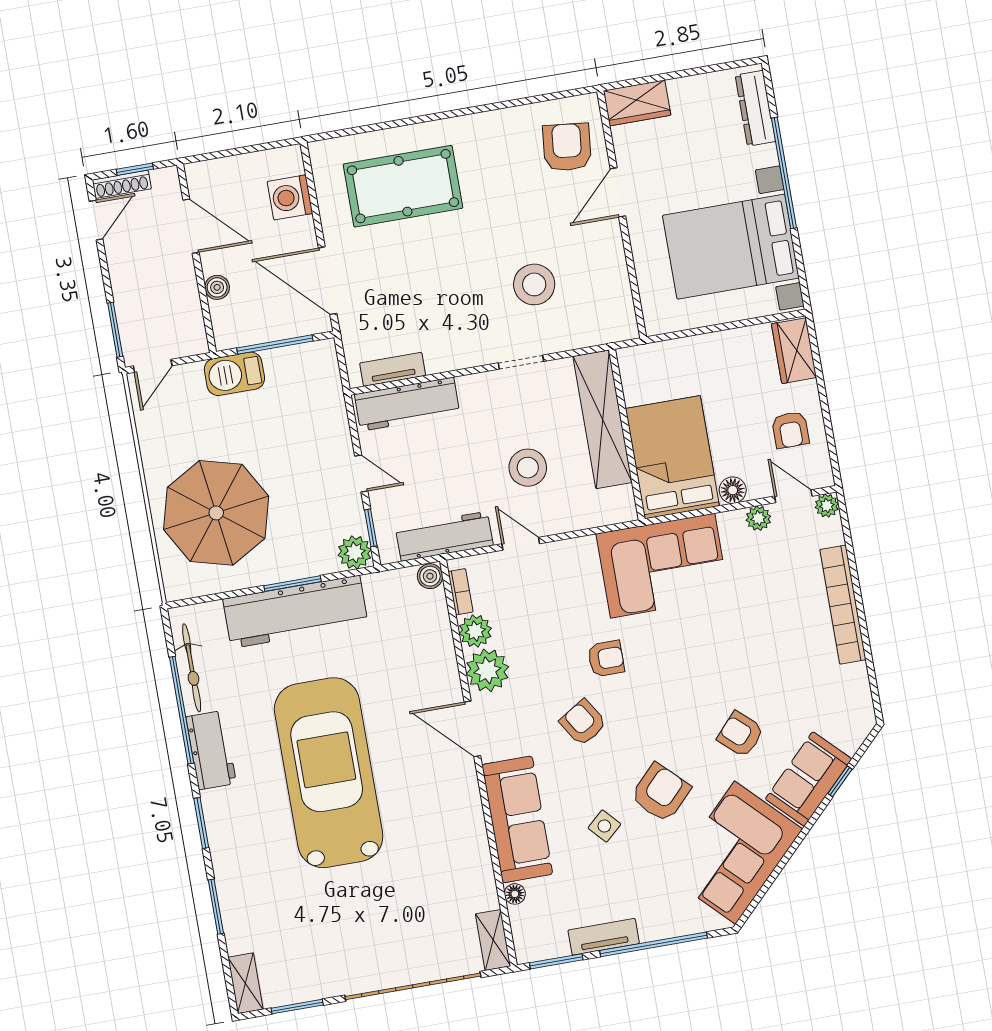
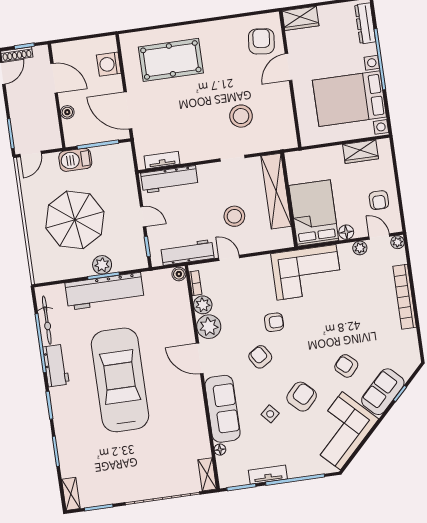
wardrobe: (794, 351) -> (361, 152), moved, turned -90
parasol: (216, 513) -> (75, 220), moved
plant: (355, 552) -> (102, 265), moved

